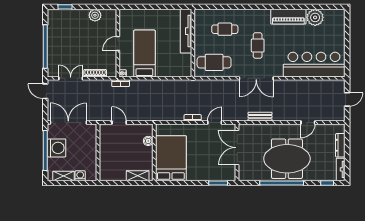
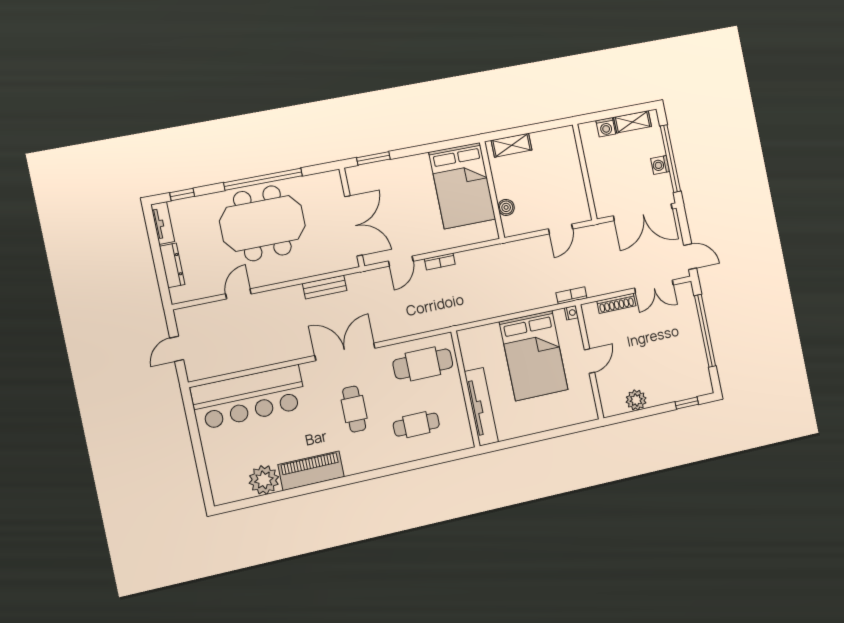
bed: (144, 54) -> (534, 356), width x1.50
door: (119, 123) -> (561, 229), hinge flipped
washing machine: (57, 148) -> (660, 165), width x0.53, depth x0.53

